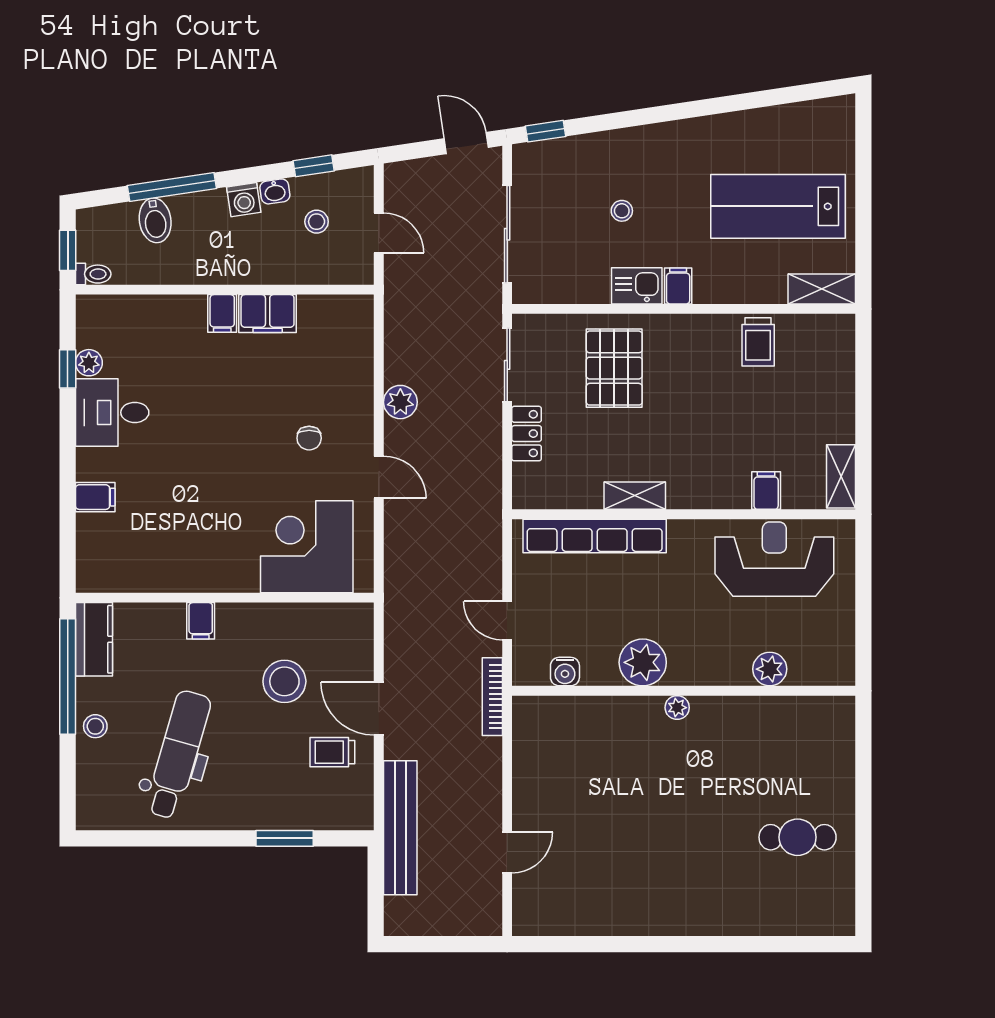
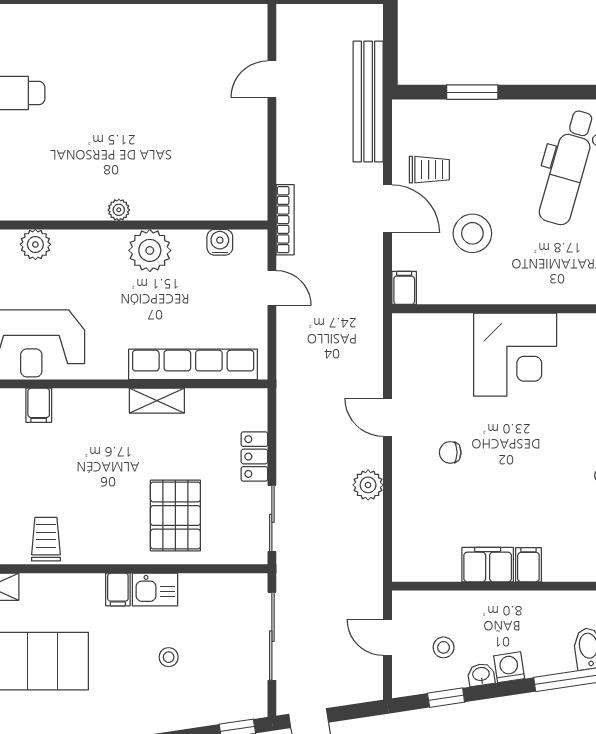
chair: (309, 438) -> (450, 452), turned -90
corner desk: (307, 547) -> (515, 355), moved
filing cabinet: (201, 621) -> (404, 288), moved

